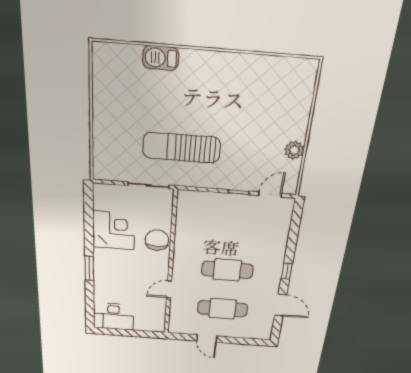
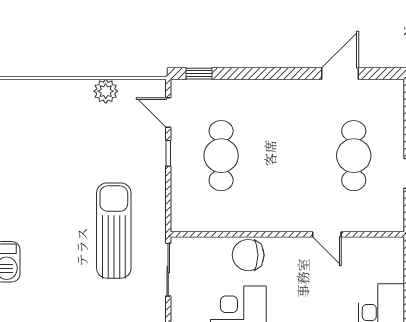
sun lounger: (182, 148) -> (114, 231), turned 180
cafe table: (227, 270) -> (221, 156), moved
window: (287, 271) -> (199, 74), moved

